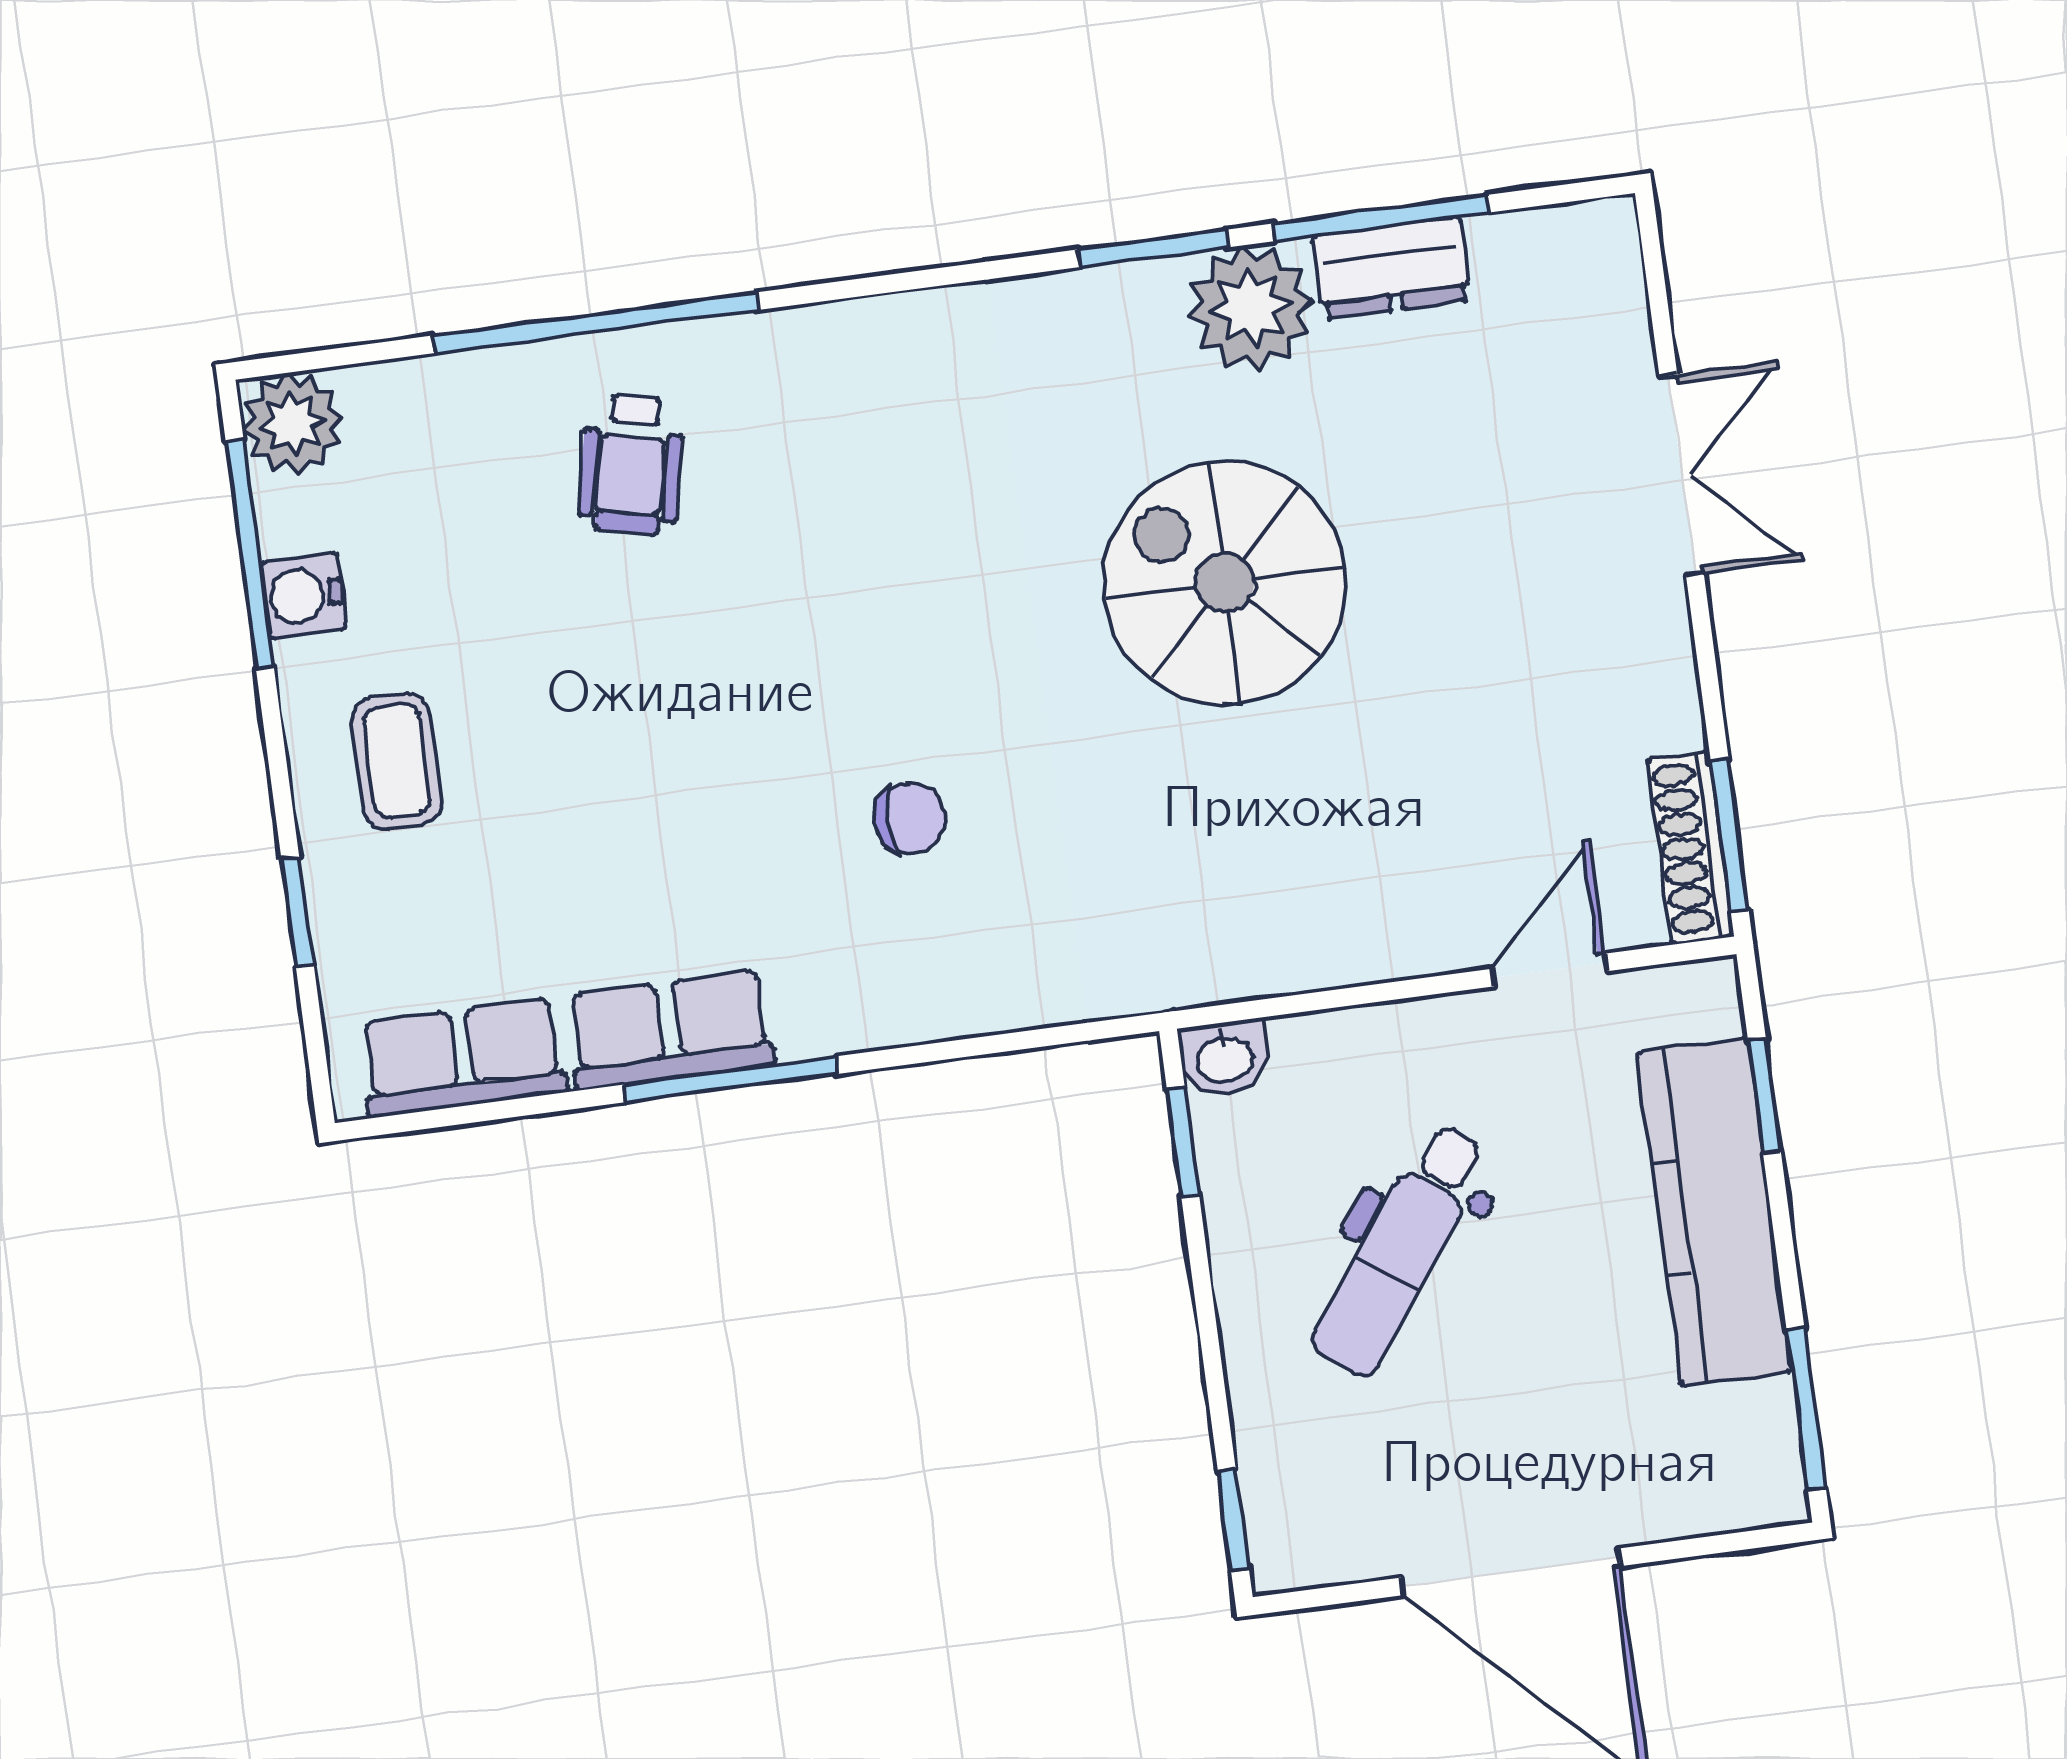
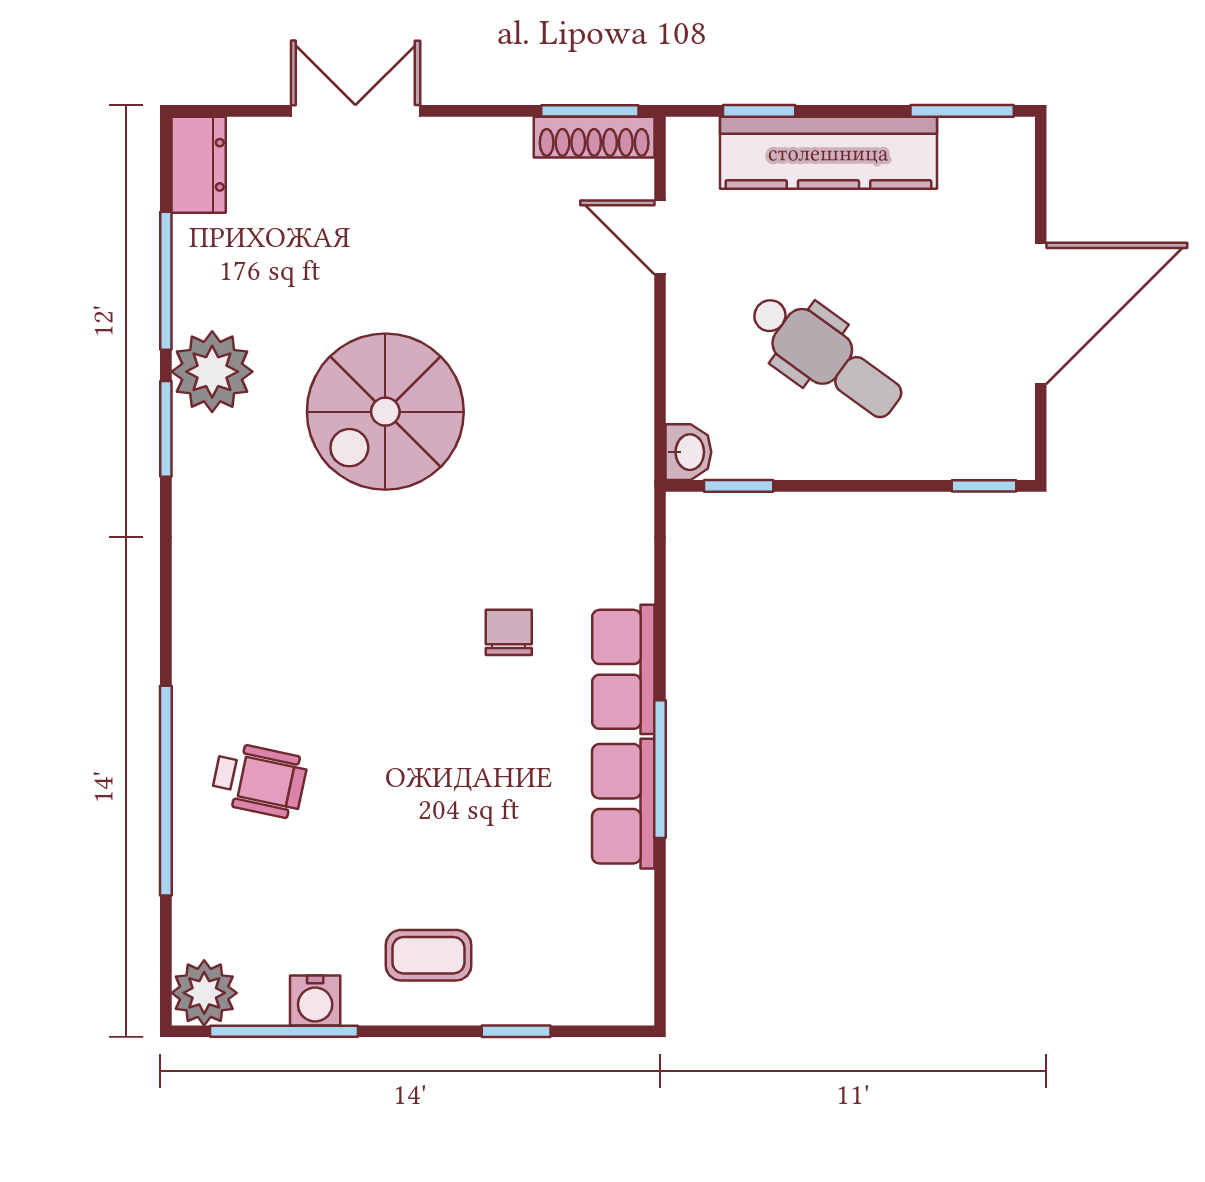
dresser: (1392, 268) -> (199, 165), moved
row of seats: (463, 1058) -> (623, 669), moved

